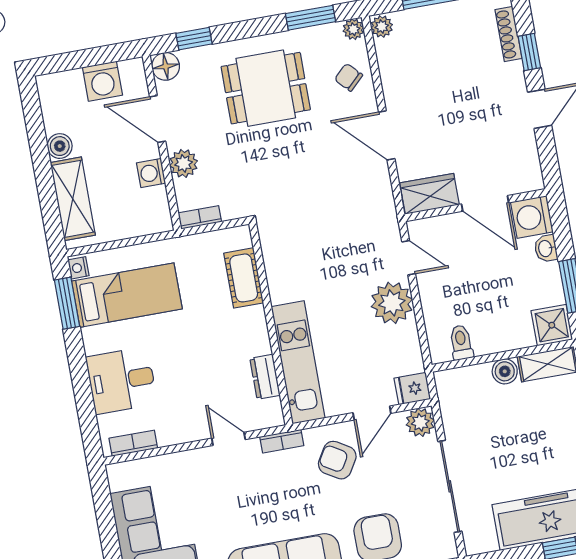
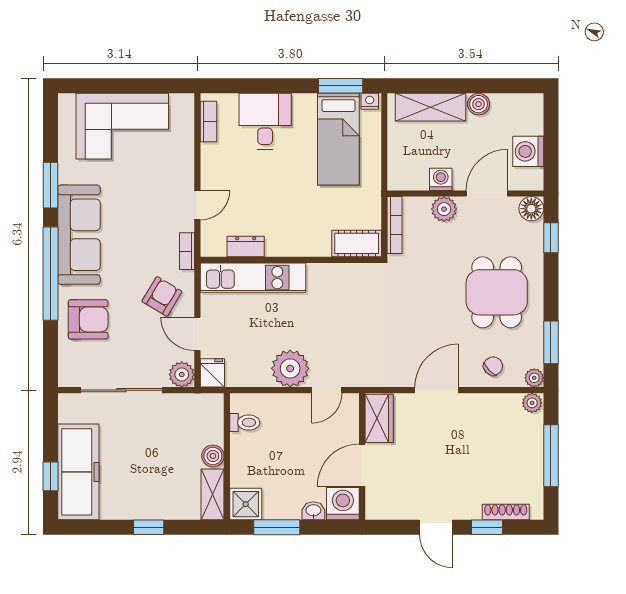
bookcase: (200, 217) -> (395, 225), width x1.56
cot: (244, 278) -> (357, 243), moved

